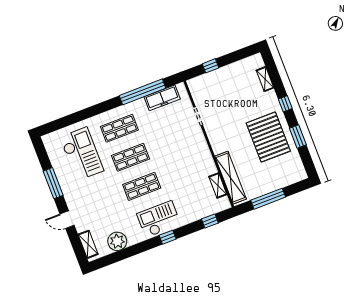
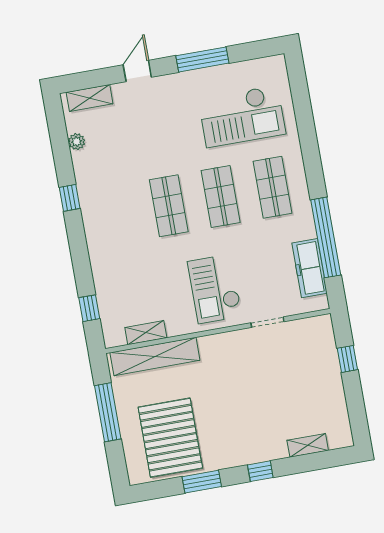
pallet: (268, 137) -> (170, 438), moved, turned 90
checkout: (159, 219) -> (215, 289), moved, turned 180
window: (168, 237) -> (70, 198), moved
plant: (117, 241) -> (77, 142), width x0.53, depth x0.53

